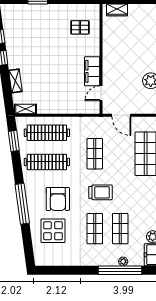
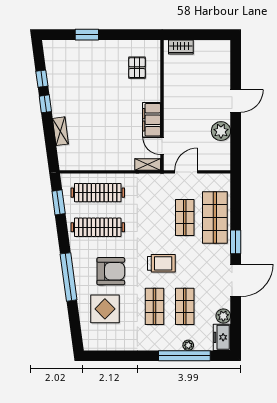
pallet: (80, 27) -> (137, 68), turned 90
door: (101, 93) -> (162, 146), hinge flipped
shelving: (26, 109) -> (148, 165), moved
door: (121, 115) -> (186, 172), swing flipped
shop shelf: (95, 154) -> (185, 218), moved
armchair: (58, 199) -> (111, 271), turned -90

